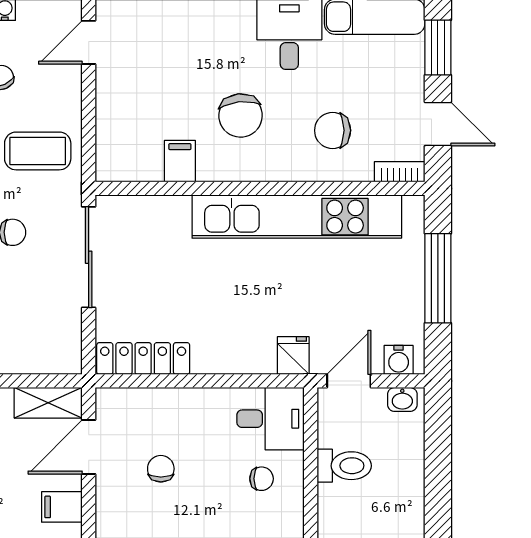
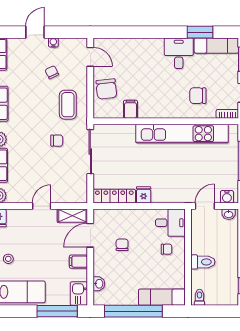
door: (89, 42) -> (90, 57), swing flipped
chair: (241, 116) -> (106, 89), moved
coffee table: (38, 151) -> (68, 105), turned 90
fridge: (293, 356) -> (144, 195), moved
toilet: (344, 466) -> (203, 262), moved

